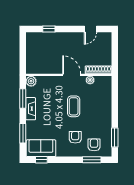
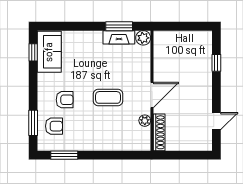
door: (90, 29) -> (216, 121), swing flipped
fireplace: (31, 109) -> (119, 37), moved
window: (23, 133) -> (70, 26), removed

